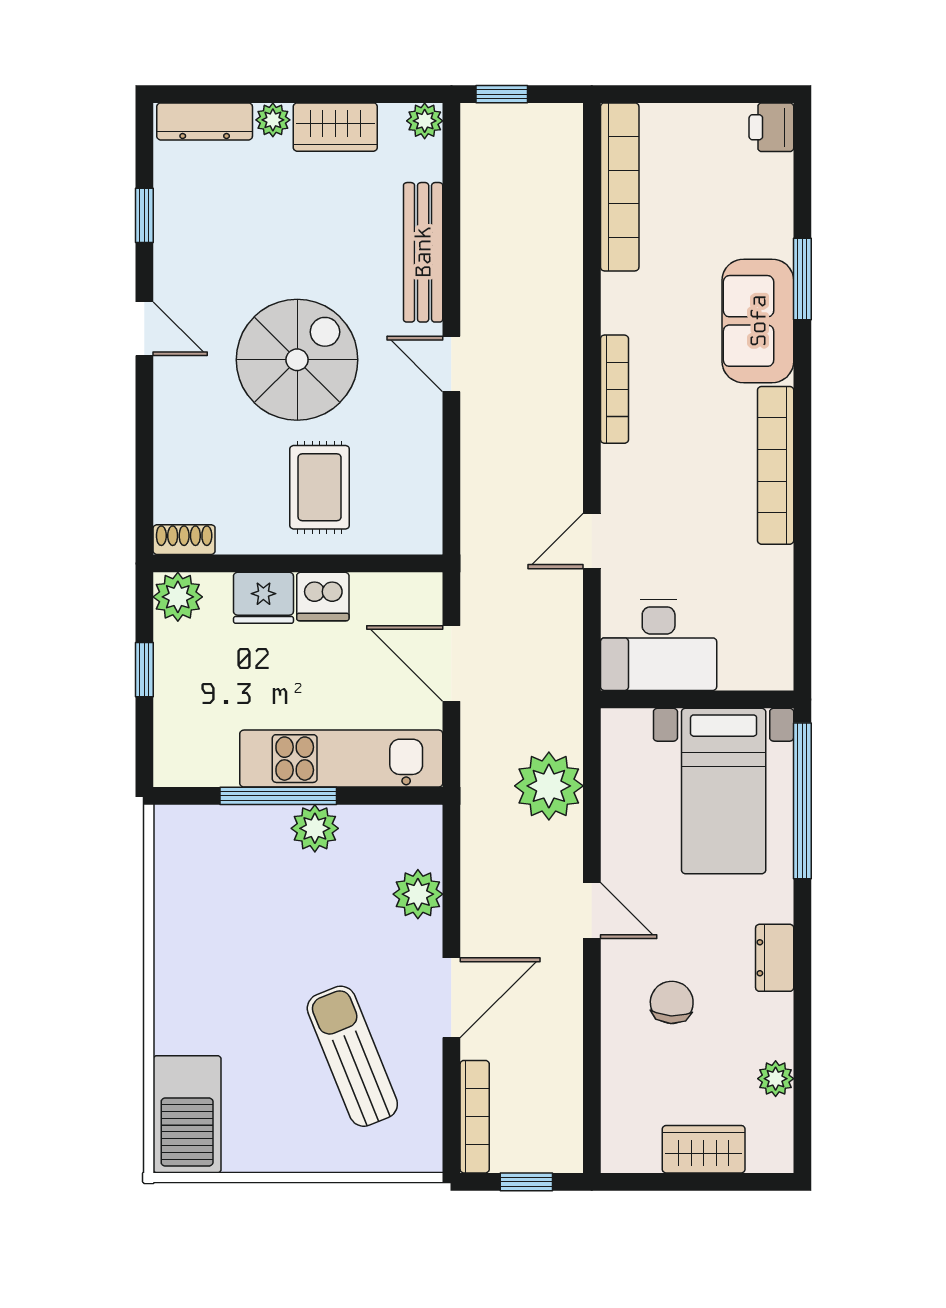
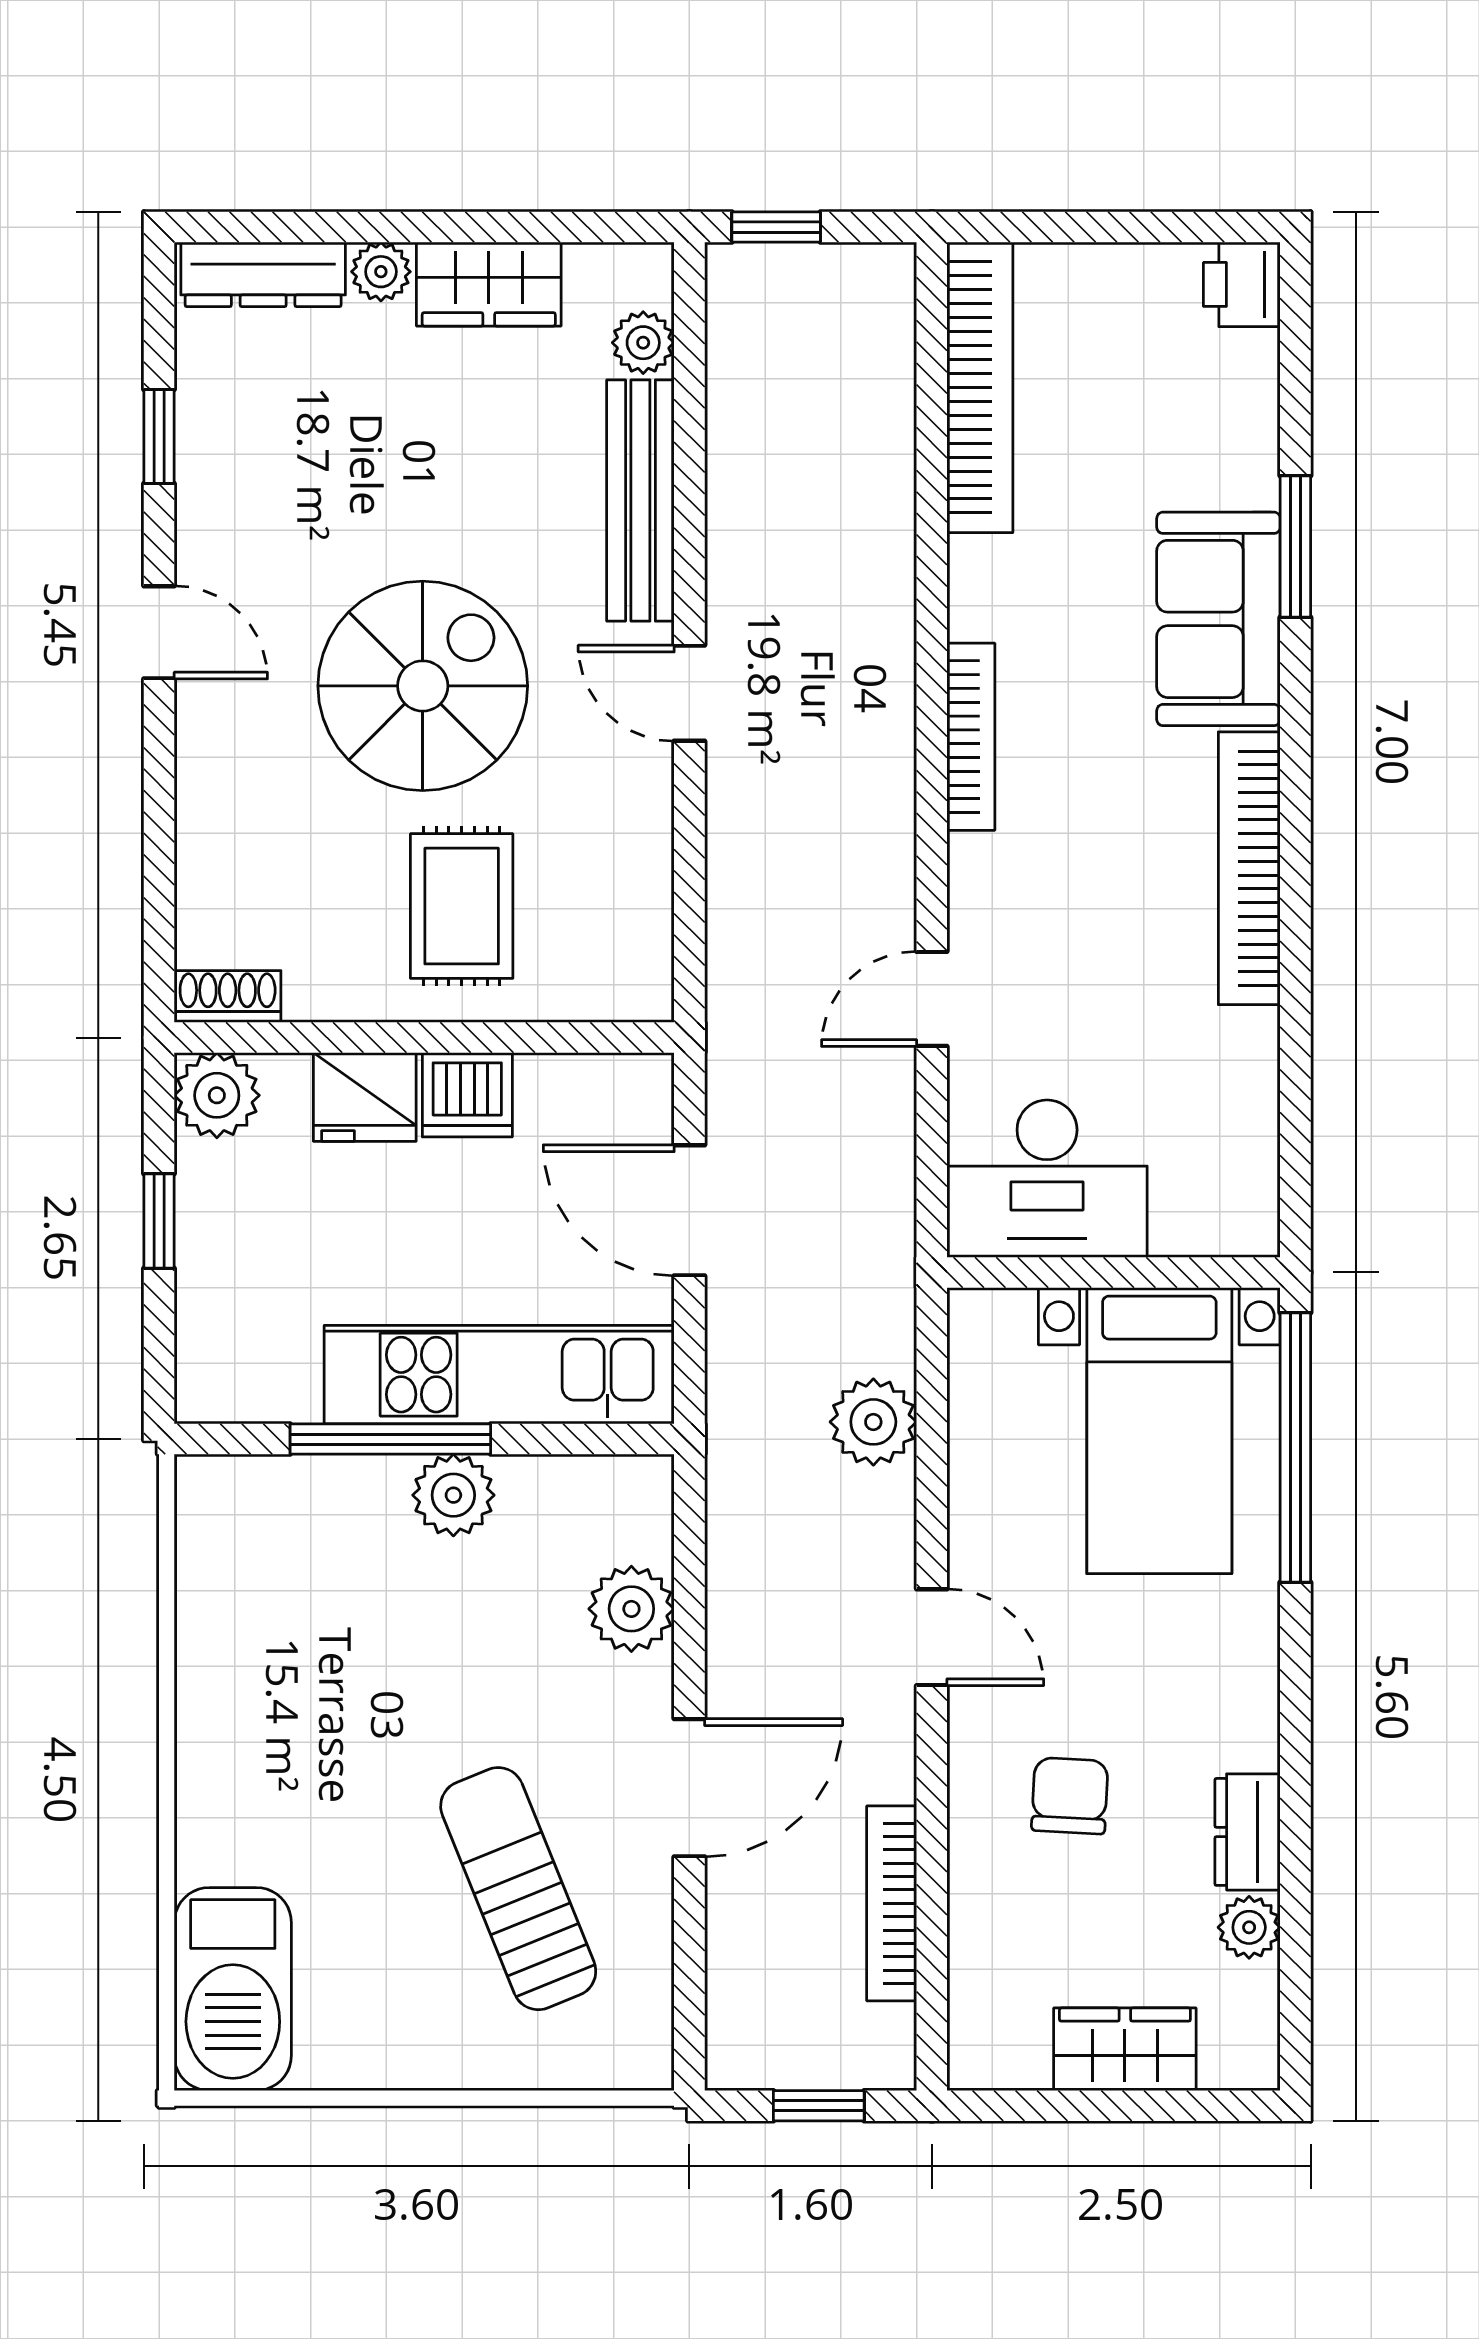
plant: (425, 121) -> (643, 343), moved
plant: (549, 786) -> (873, 1422), width x0.73, depth x0.73
dresser: (775, 958) -> (1248, 1832), moved
bookcase: (475, 1117) -> (892, 1903), moved, turned 180

